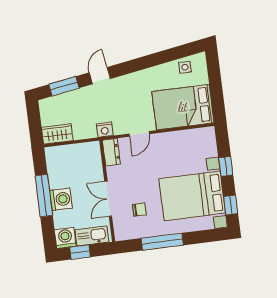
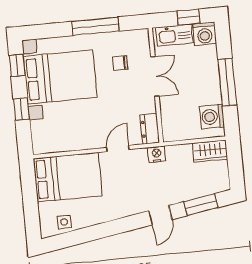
washing machine: (61, 199) -> (212, 117), moved

